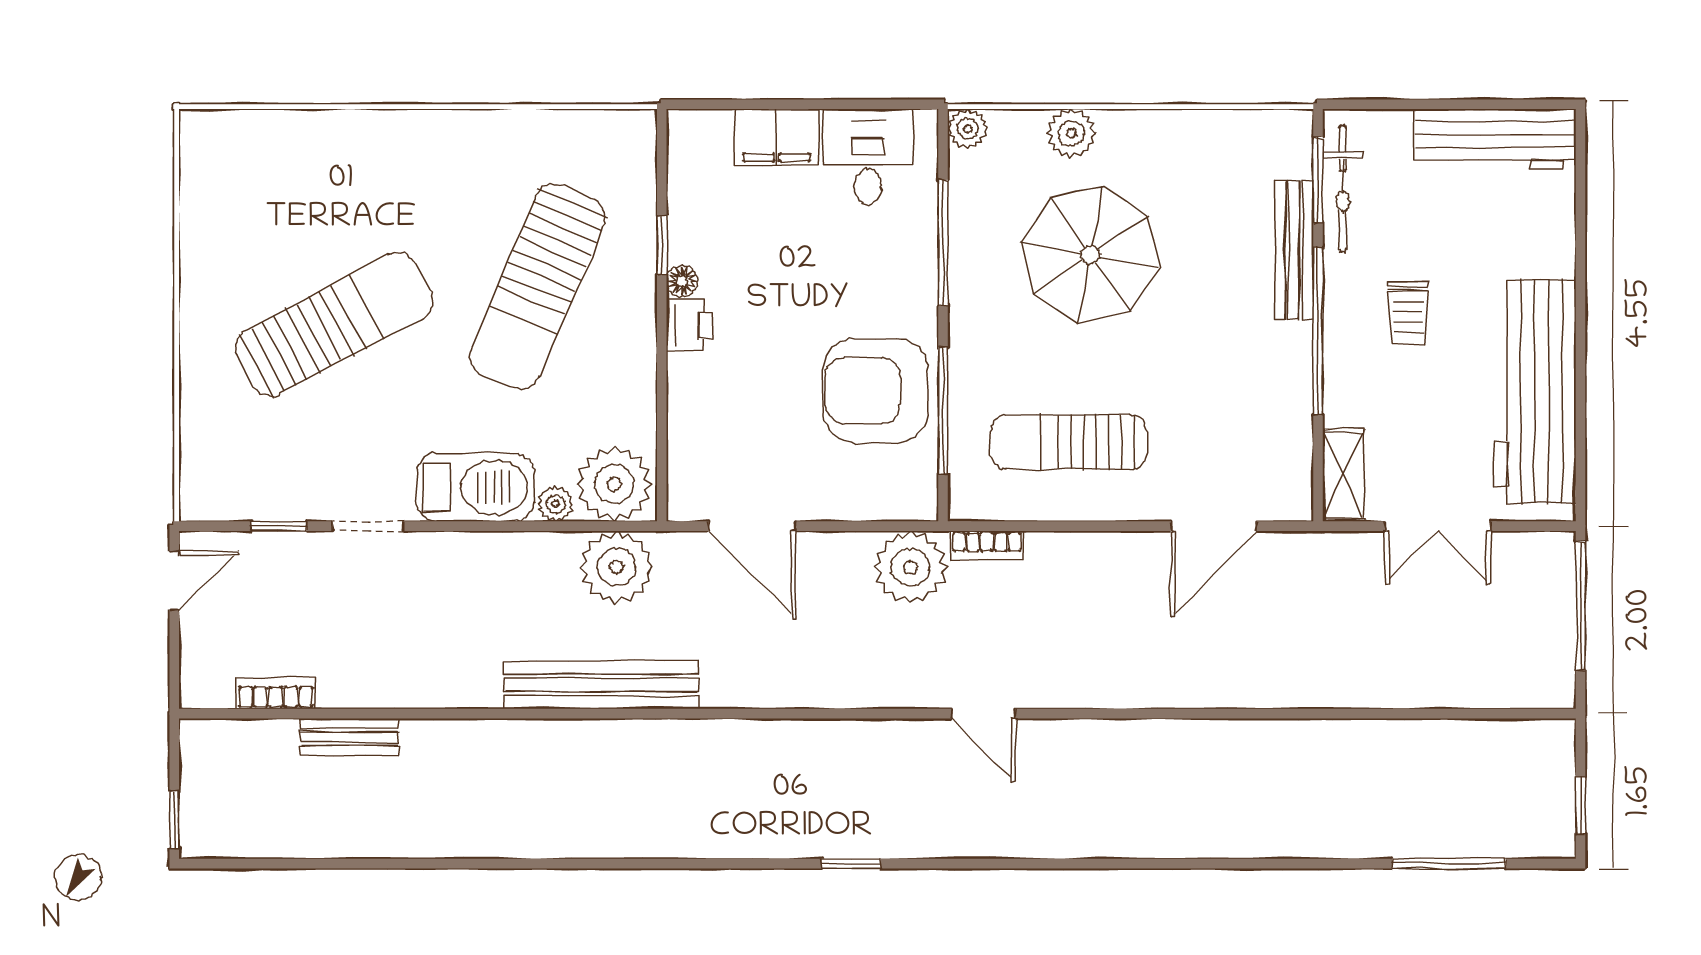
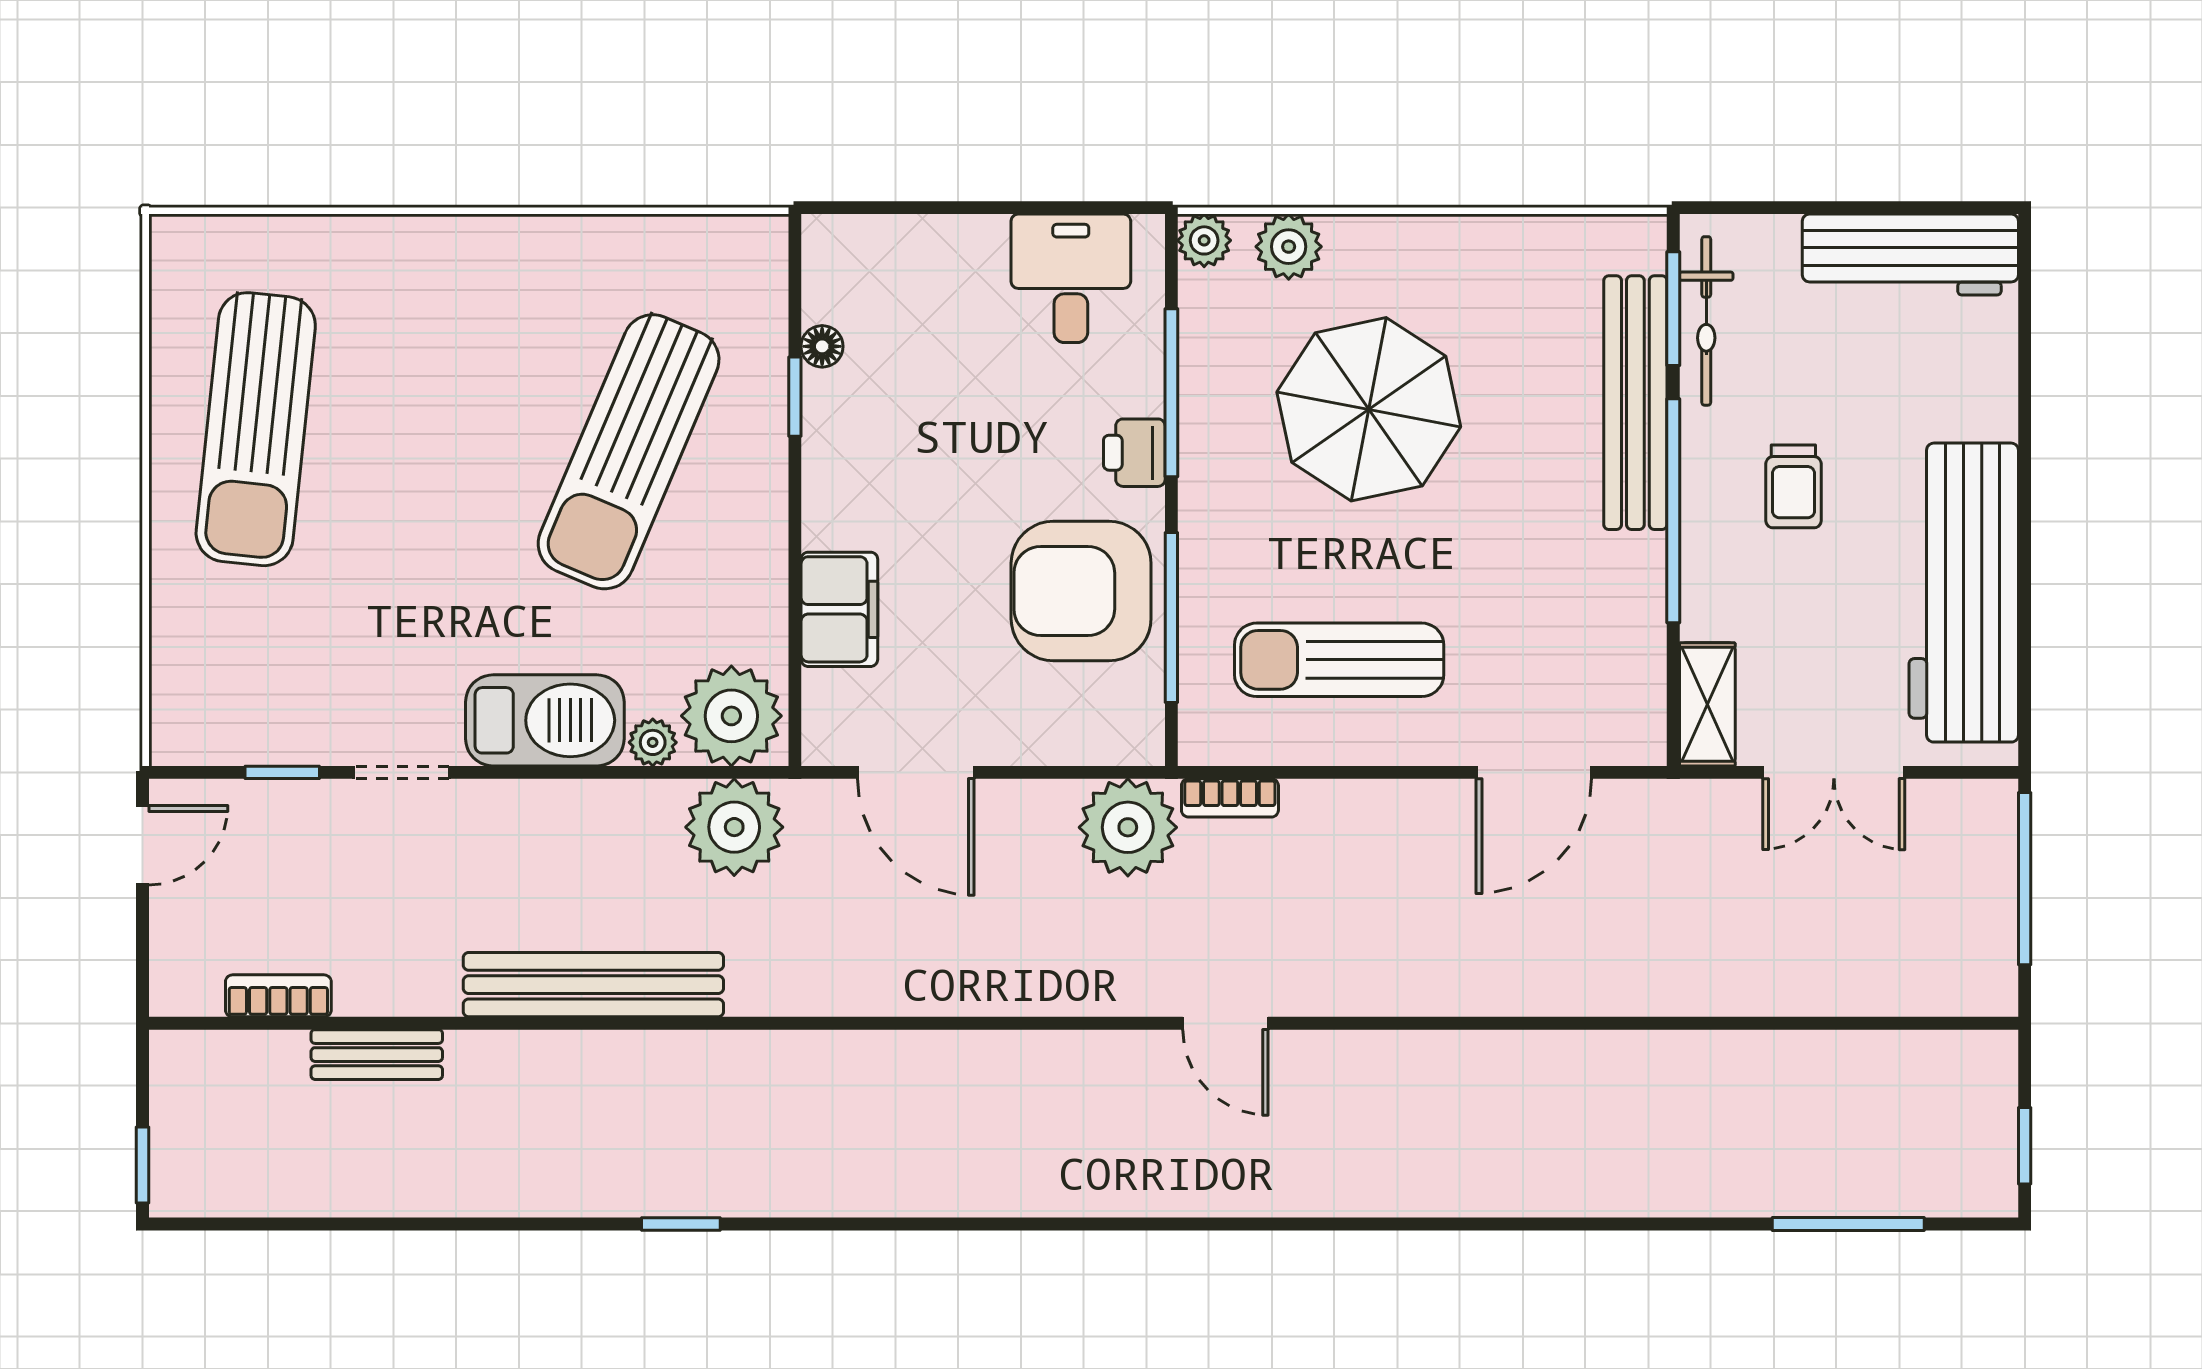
plant: (1071, 133) -> (1289, 247), moved
filing cabinet: (777, 138) -> (839, 609), moved, turned -90
bench: (1294, 250) -> (1635, 403), width x1.37, depth x1.21
floor lamp: (682, 281) -> (822, 346), moved
sun lounger: (334, 324) -> (256, 429), moved, turned 124
printer: (689, 326) -> (1134, 453), moved, turned 180
bench: (601, 685) -> (593, 985), moved
window: (851, 864) -> (681, 1224), moved

